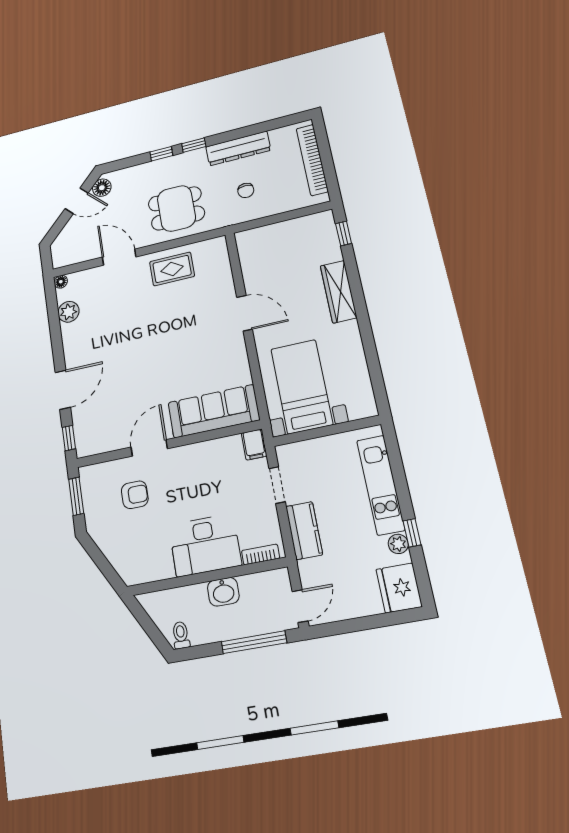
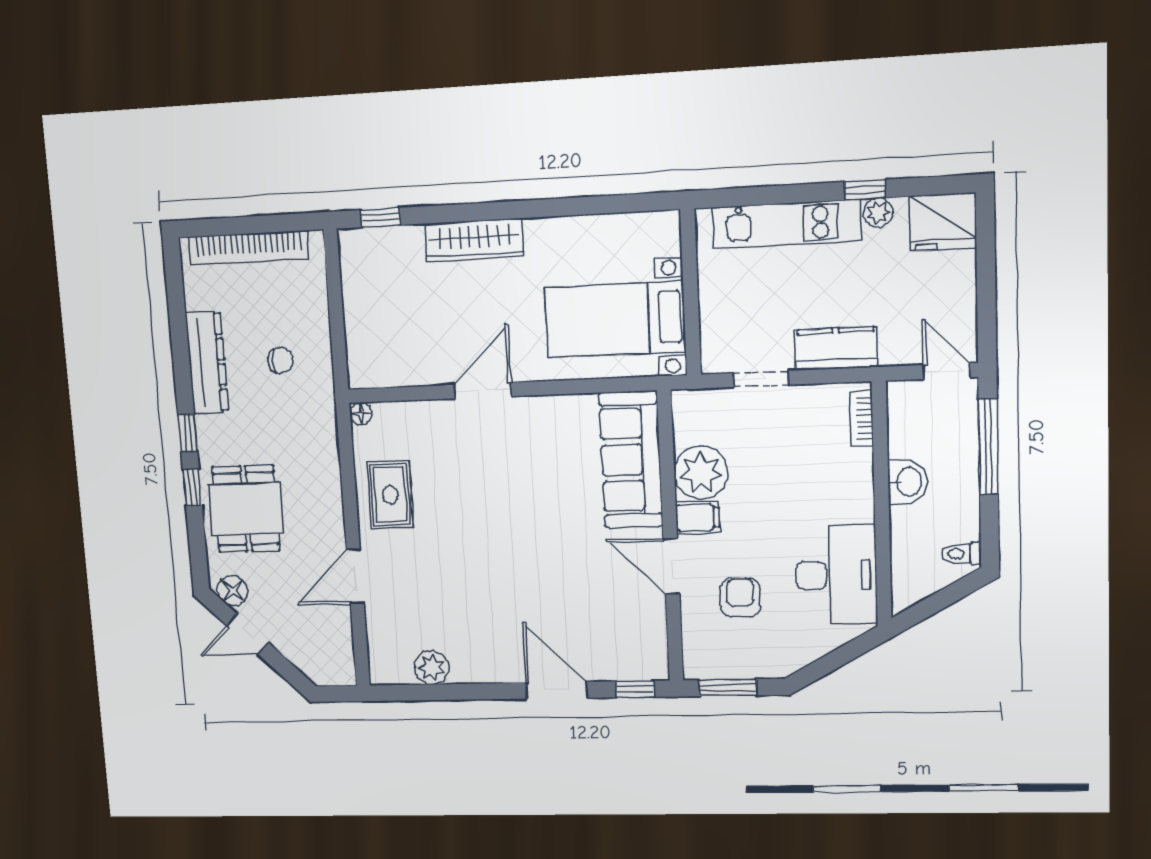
door: (77, 201) -> (247, 634), swing flipped
dining table: (176, 208) -> (246, 509), moved
floor lamp: (61, 282) -> (361, 414), moved
filing cabinet: (254, 445) -> (698, 518), moved
plant: (211, 457) -> (701, 472), added
desk: (205, 545) -> (836, 575), moved

